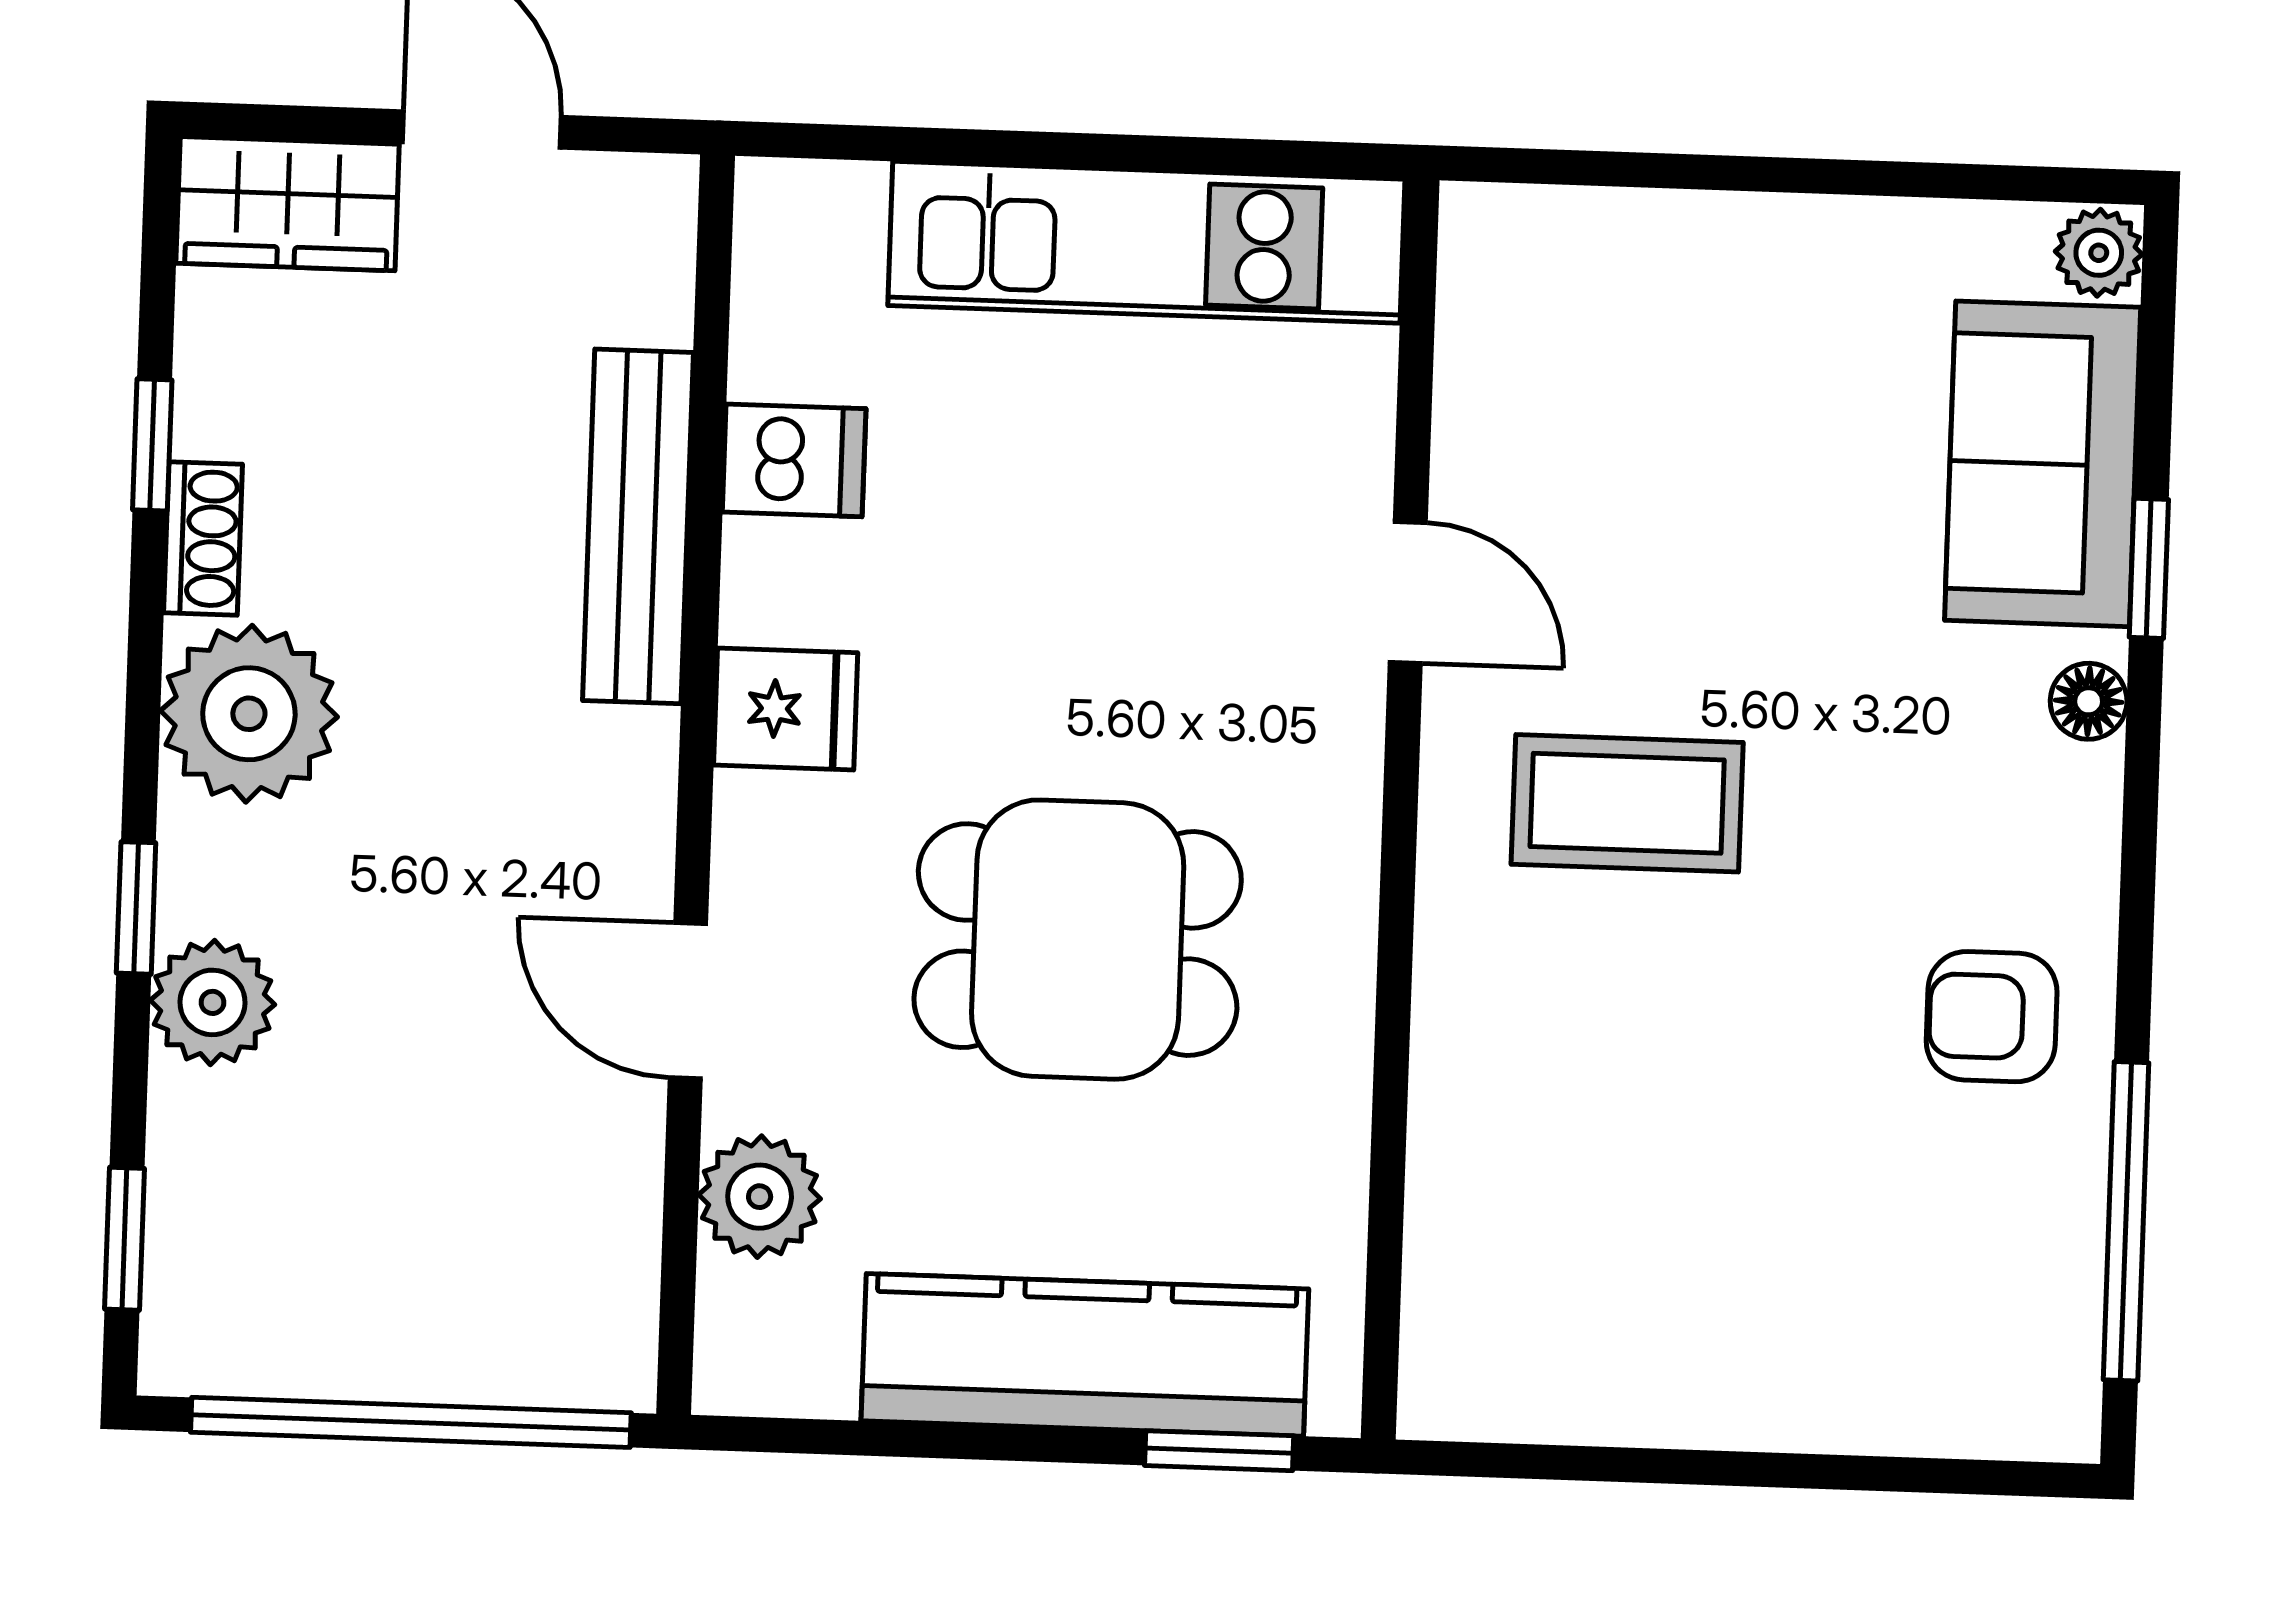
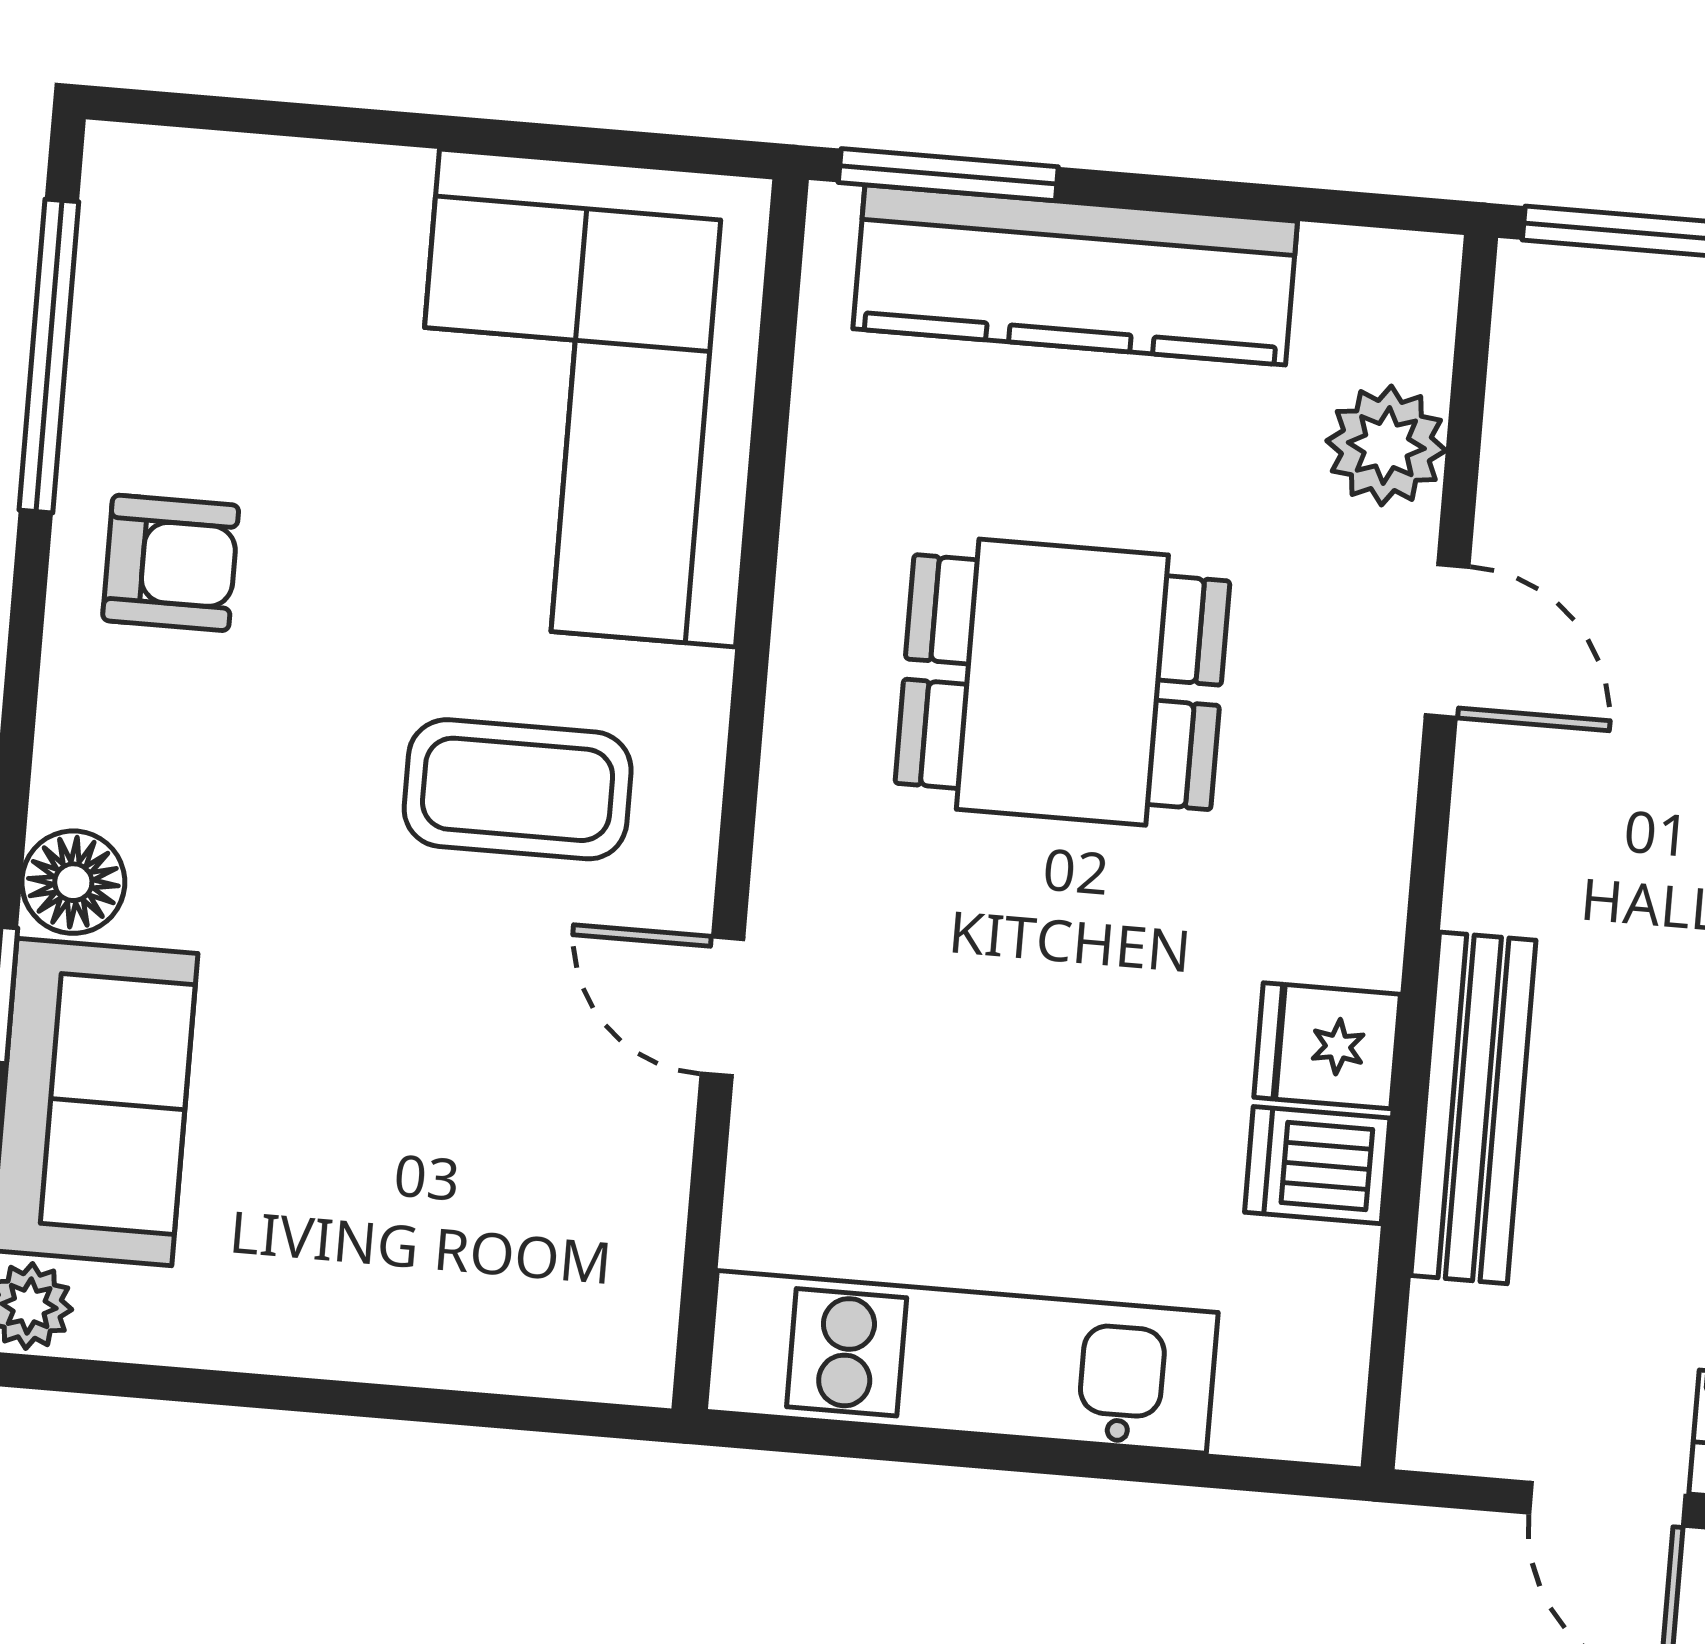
floor lamp: (2089, 701) -> (73, 882), width x1.37, depth x1.37
fridge: (786, 709) -> (1327, 1046), moved
corner sofa: (1575, 1205) -> (588, 398), added
window: (1219, 1451) -> (948, 175), width x1.50

